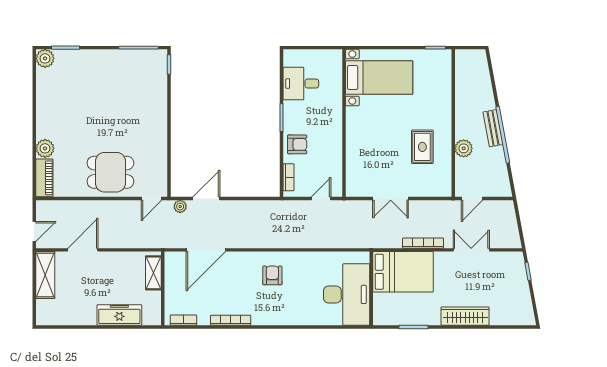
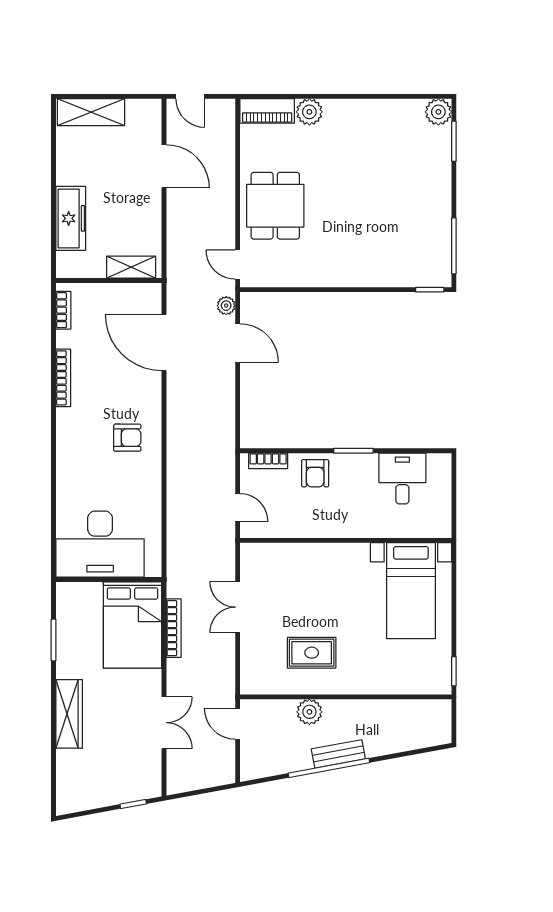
bookcase: (423, 243) -> (174, 628), moved
shelving: (45, 275) -> (91, 112), moved

